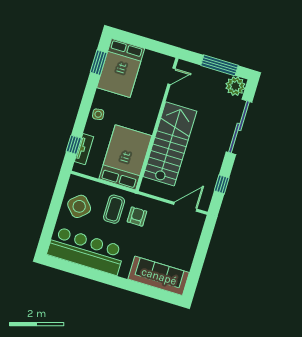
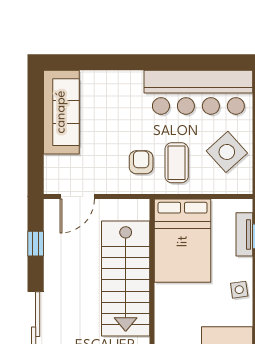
armchair: (137, 216) -> (141, 162), turned 180
sofa: (159, 276) -> (61, 112), moved, turned -90

